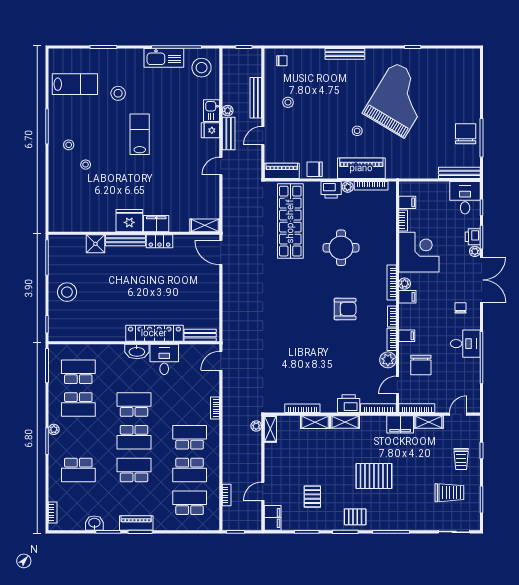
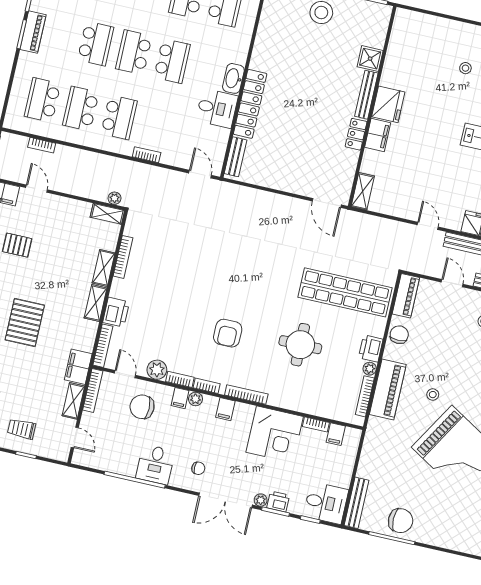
door: (221, 253) -> (327, 203), swing flipped
plant: (405, 284) -> (195, 399), moved
school desk: (190, 503) -> (42, 100), turned 180

